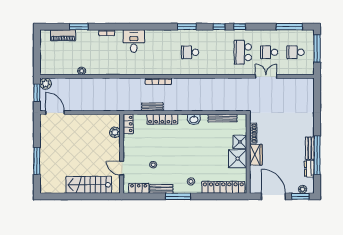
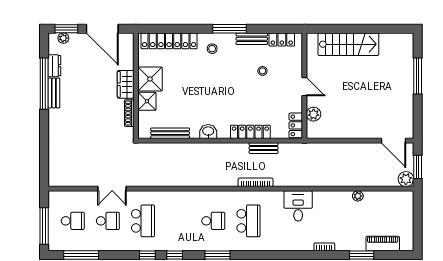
desk: (134, 41) -> (298, 206), moved, turned 180
school desk: (164, 52) -> (248, 221), added
door: (122, 168) -> (304, 87), moved

